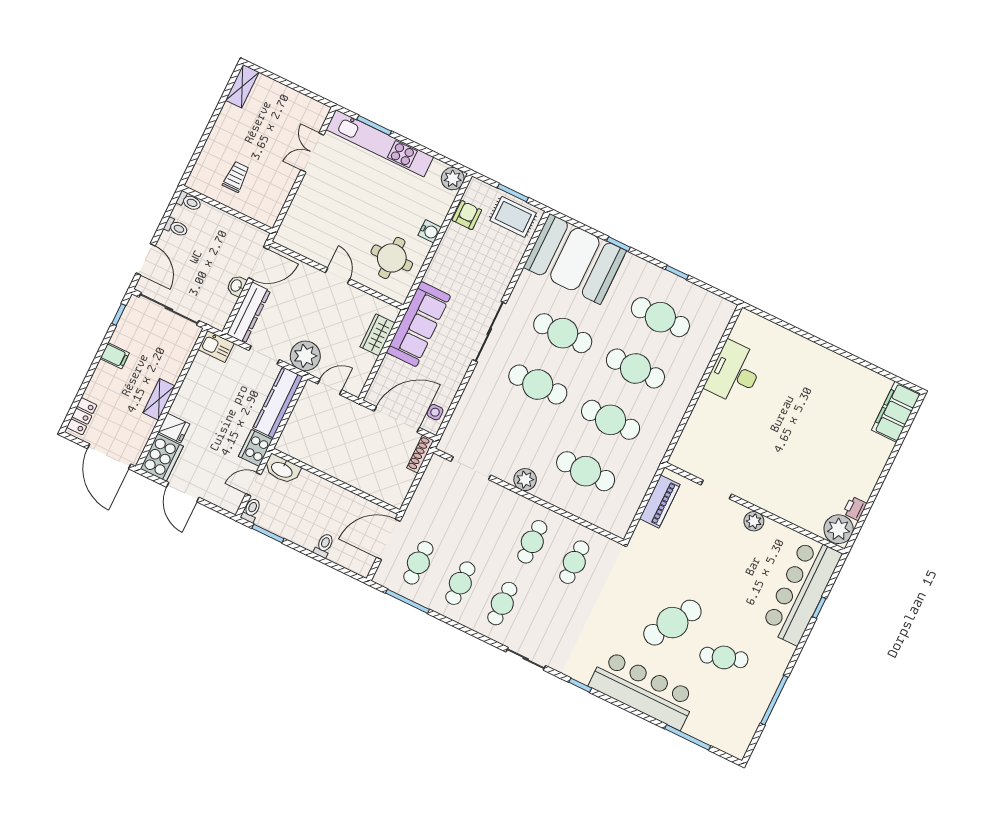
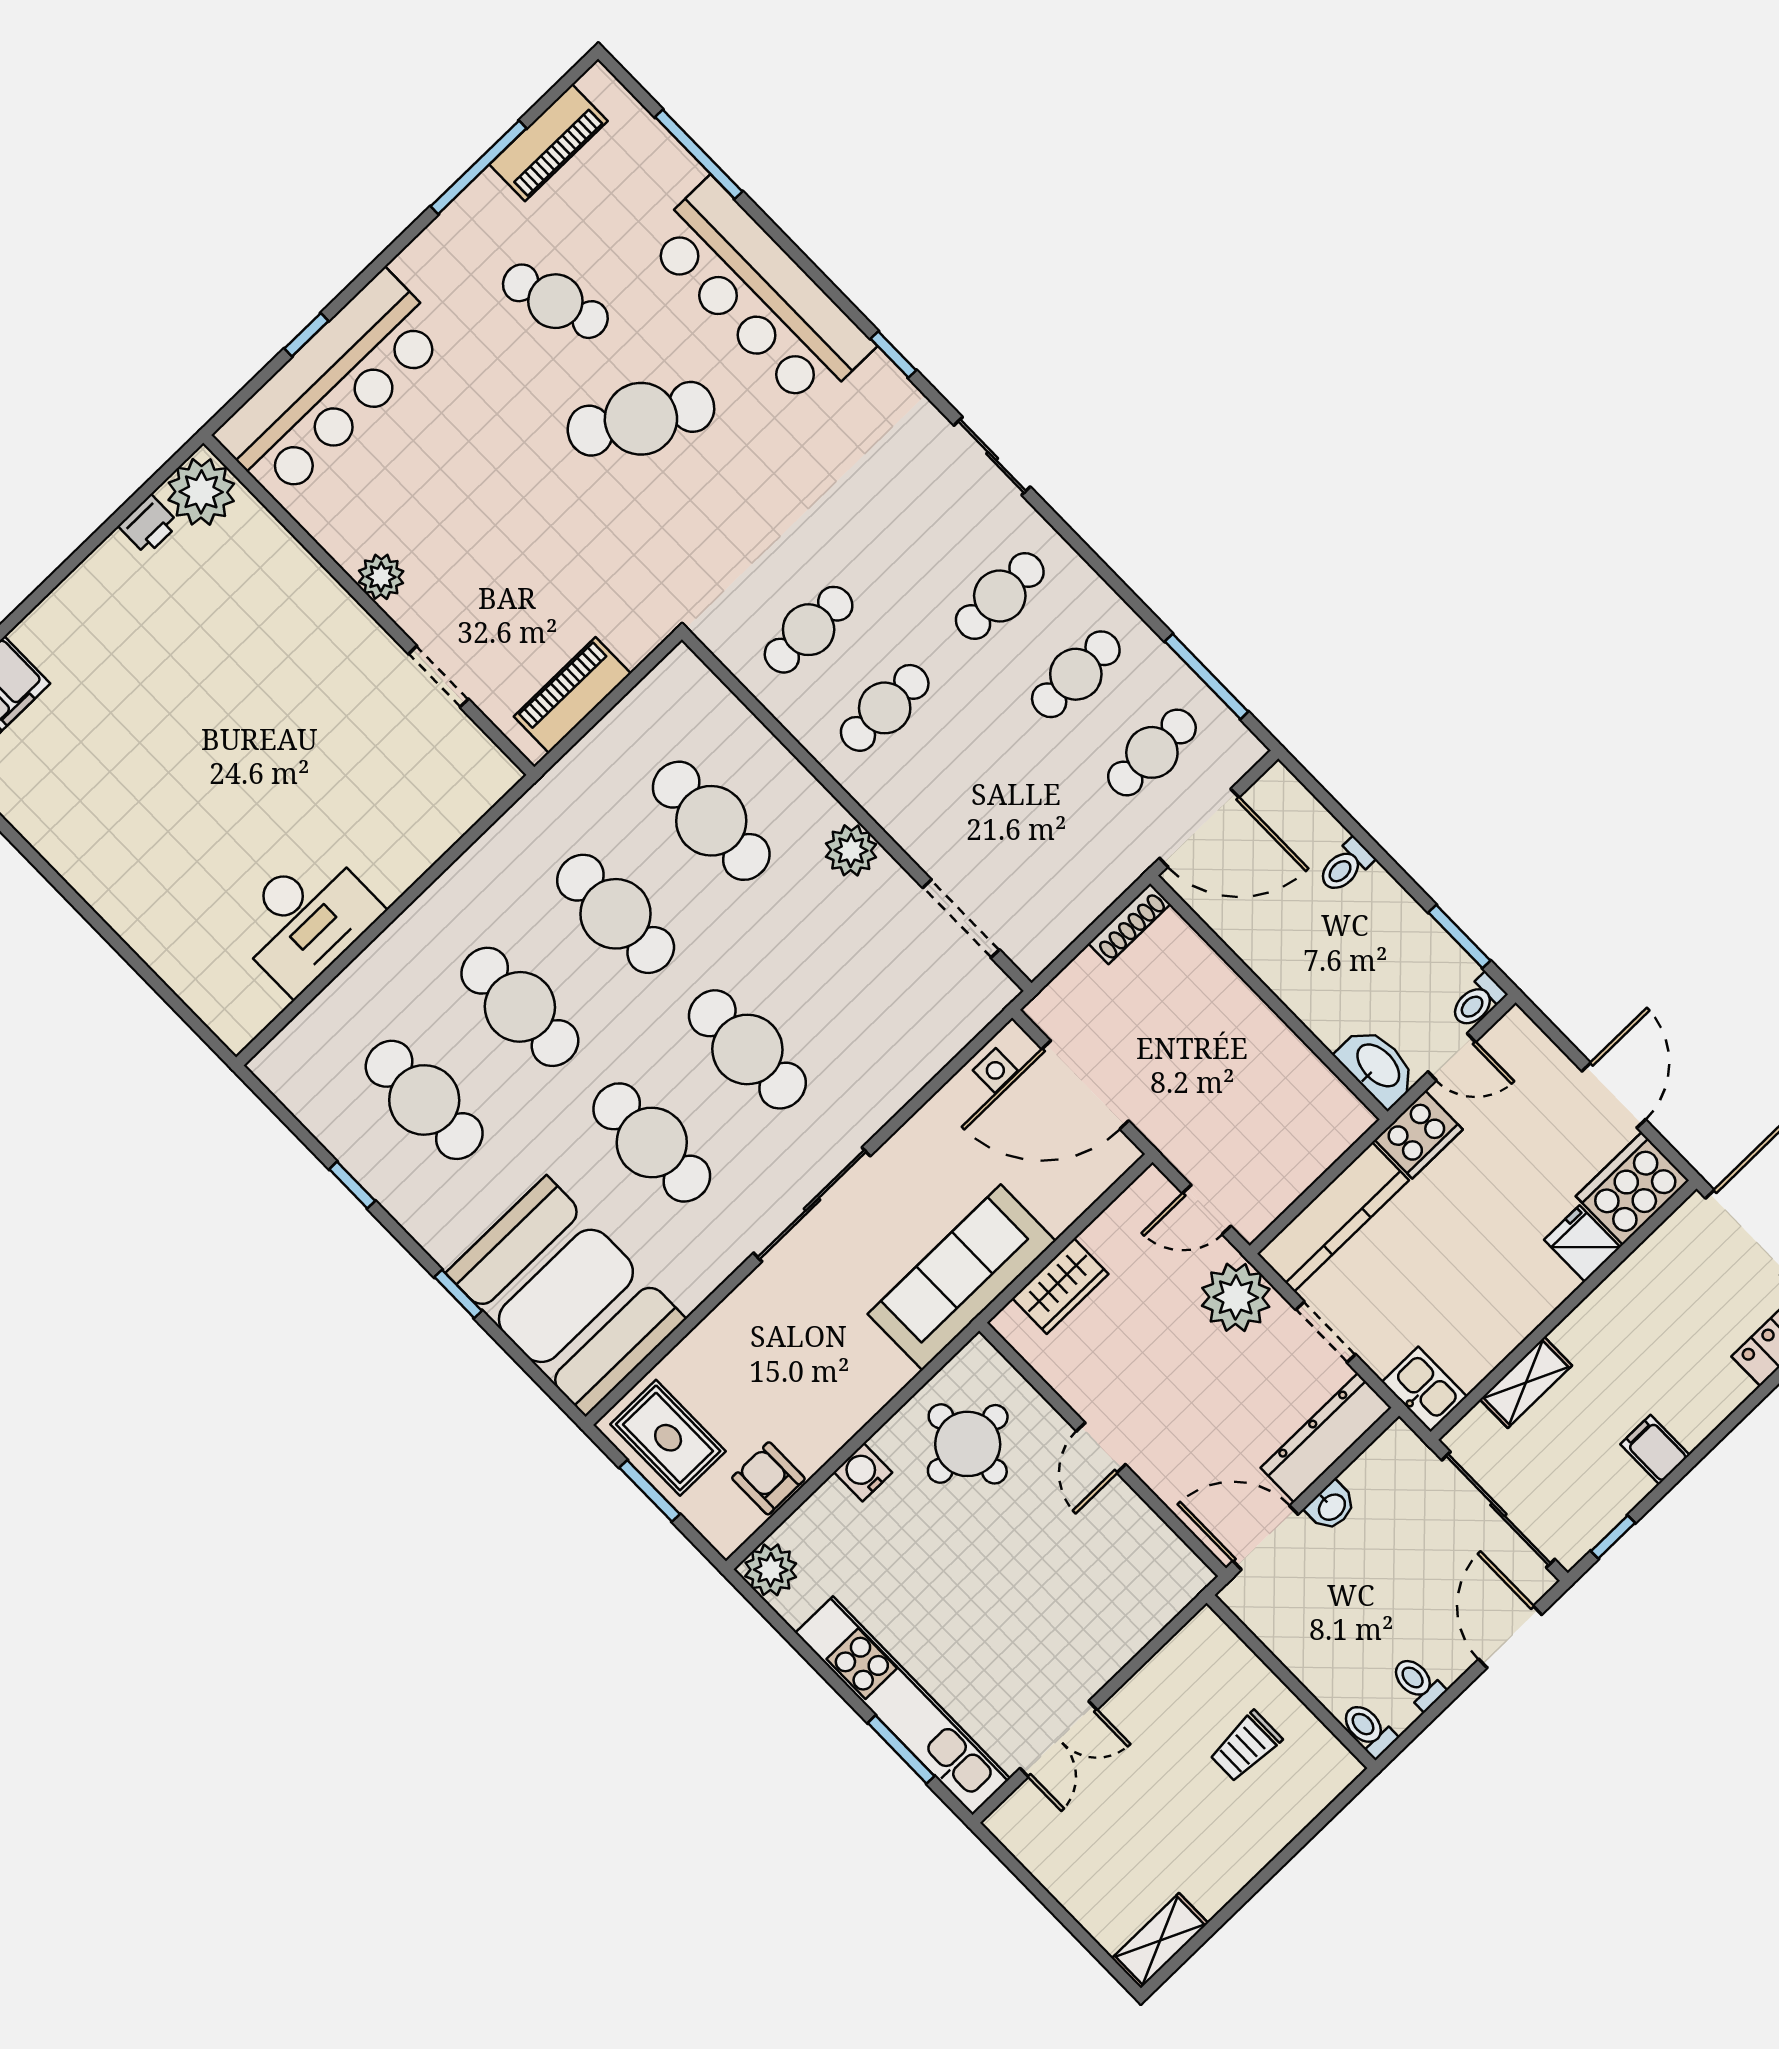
armchair: (467, 215) -> (768, 1478), turned 90
shelving: (159, 399) -> (1526, 1382), moved
shoe rack: (420, 454) -> (1129, 924), moved
piano: (750, 720) -> (549, 143), added

